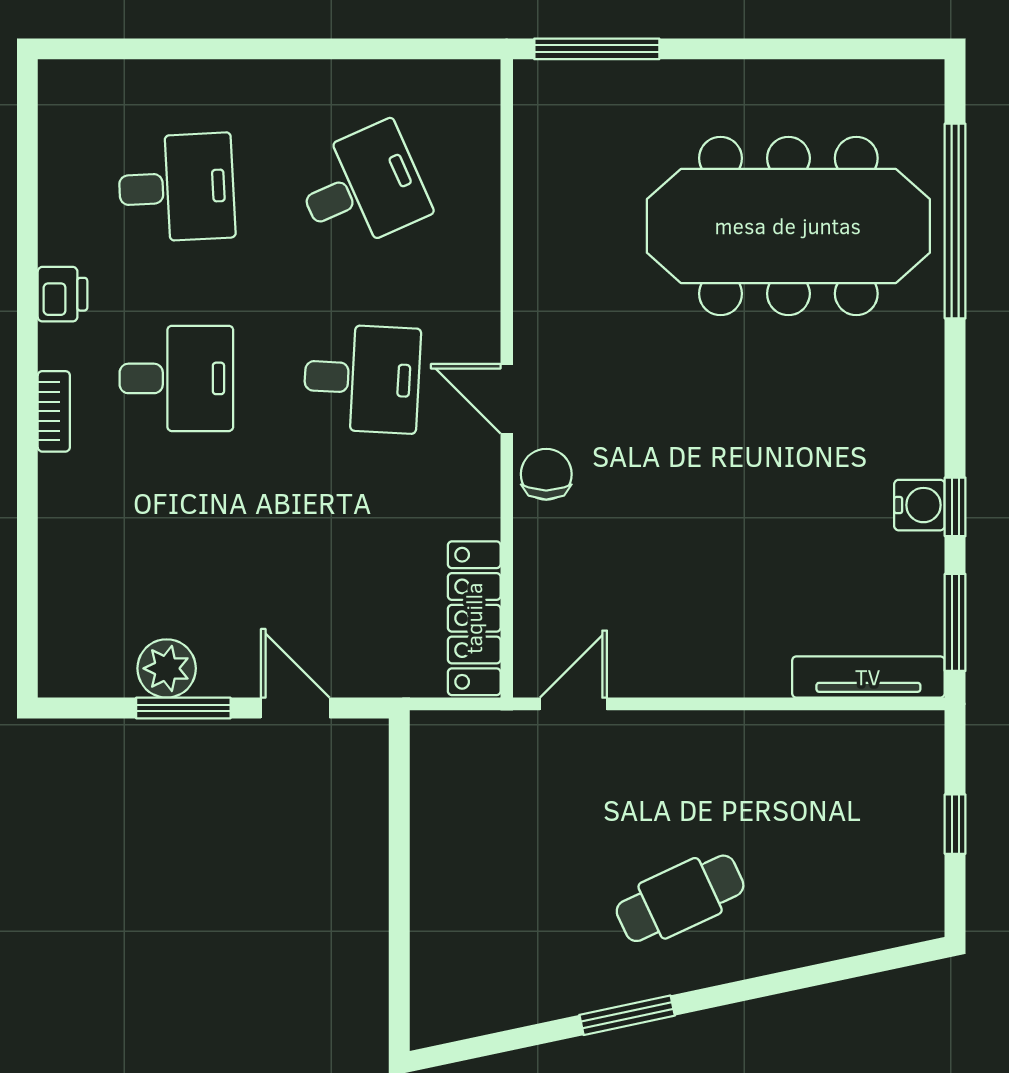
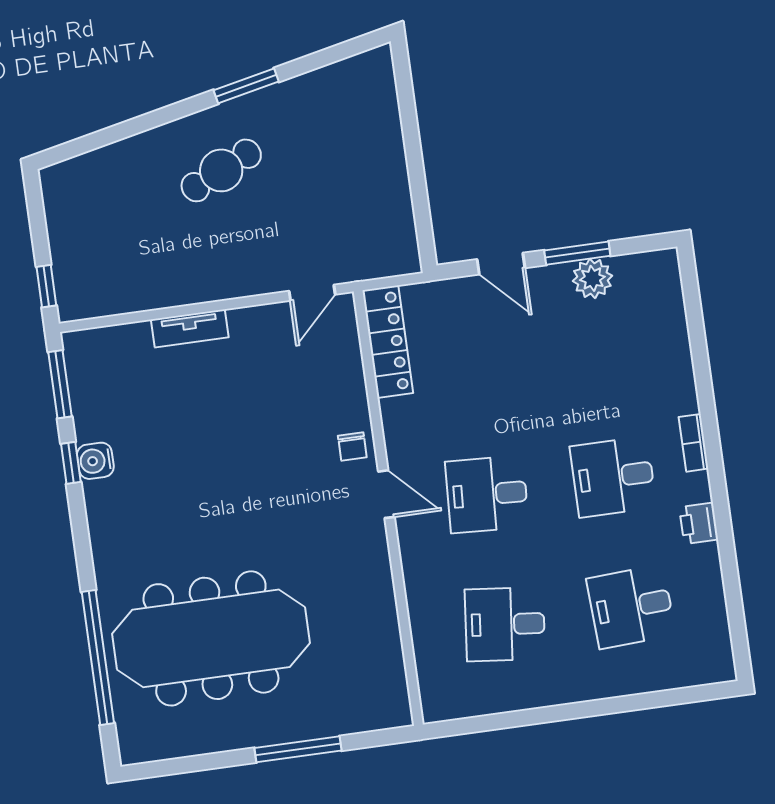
window: (597, 49) -> (298, 749), moved
desk: (362, 188) -> (505, 624), turned 30
chair: (546, 474) -> (352, 447), width x0.73, depth x0.73
tv unit: (868, 677) -> (190, 328), moved, width x0.71
window: (955, 824) -> (46, 286), moved

